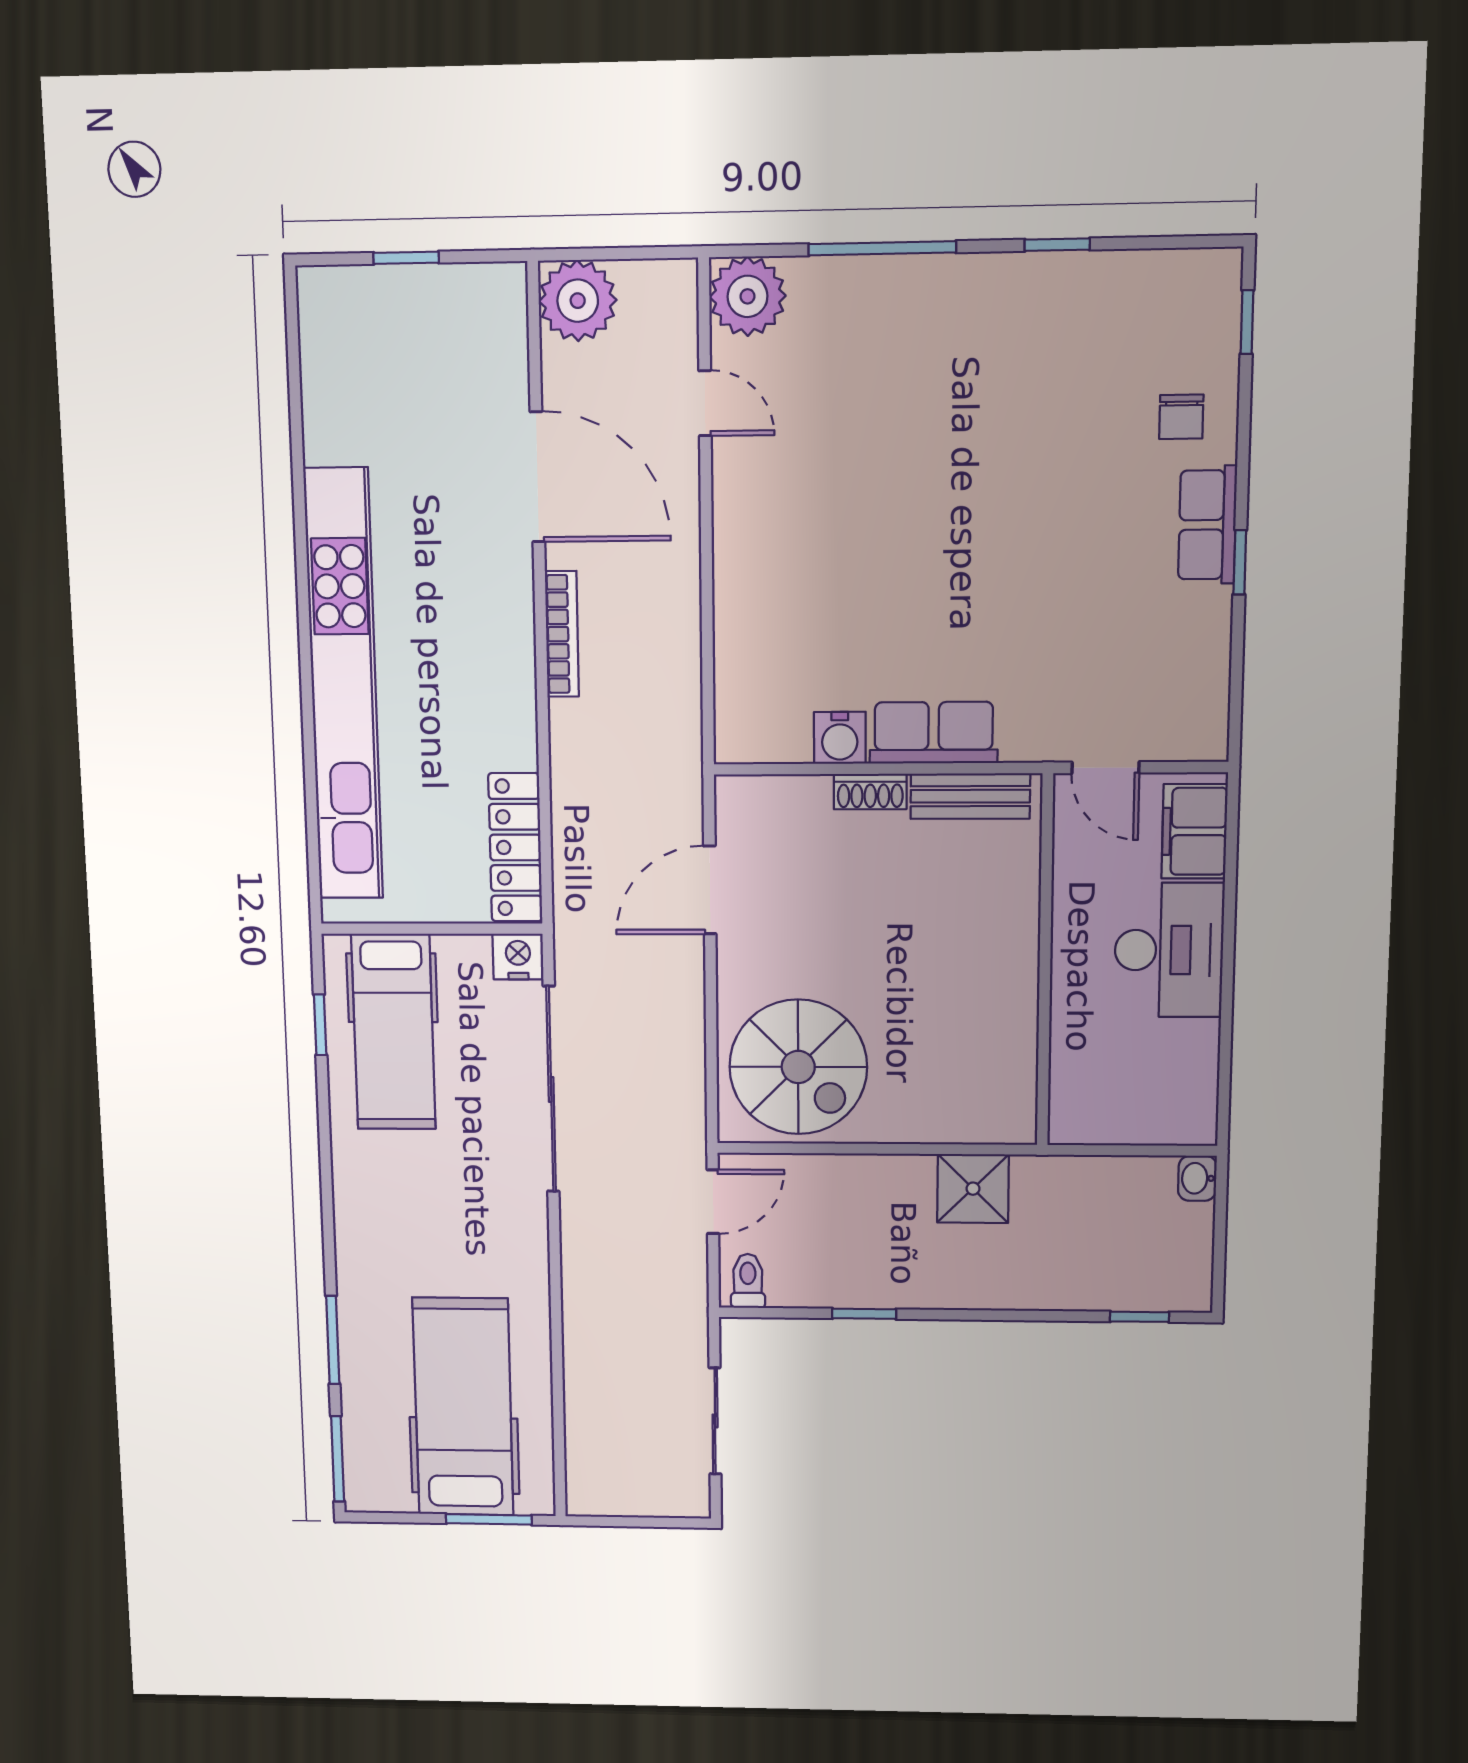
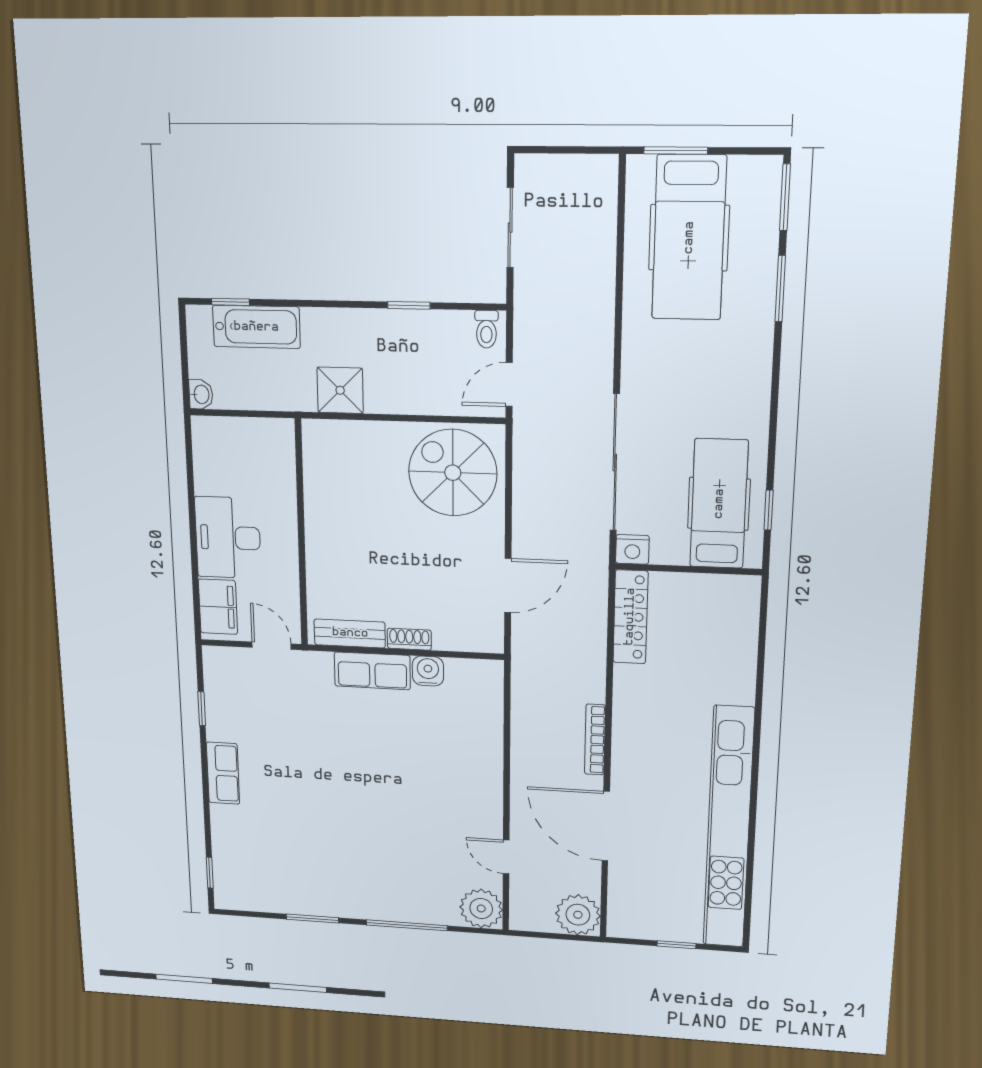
window: (1057, 245) -> (312, 919), width x1.50
chair: (1181, 417) -> (241, 829), removed
window: (1240, 562) -> (202, 709), moved
kitchen unit: (344, 686) -> (729, 828), moved
bathtub: (1101, 1281) -> (256, 327), added

